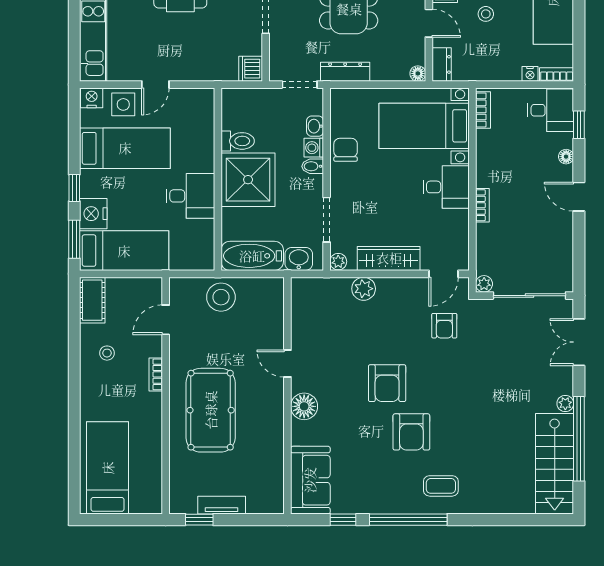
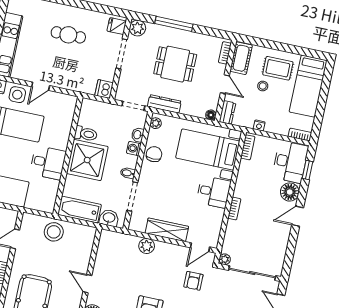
nightstand: (530, 74) -> (259, 125), moved
desk: (551, 110) -> (290, 162), width x1.37
floor lamp: (566, 157) -> (290, 192), width x1.89, depth x1.89
bidet: (313, 166) -> (128, 173), moved
door: (579, 197) -> (298, 216), hinge flipped
plant: (338, 262) -> (156, 123), moved

